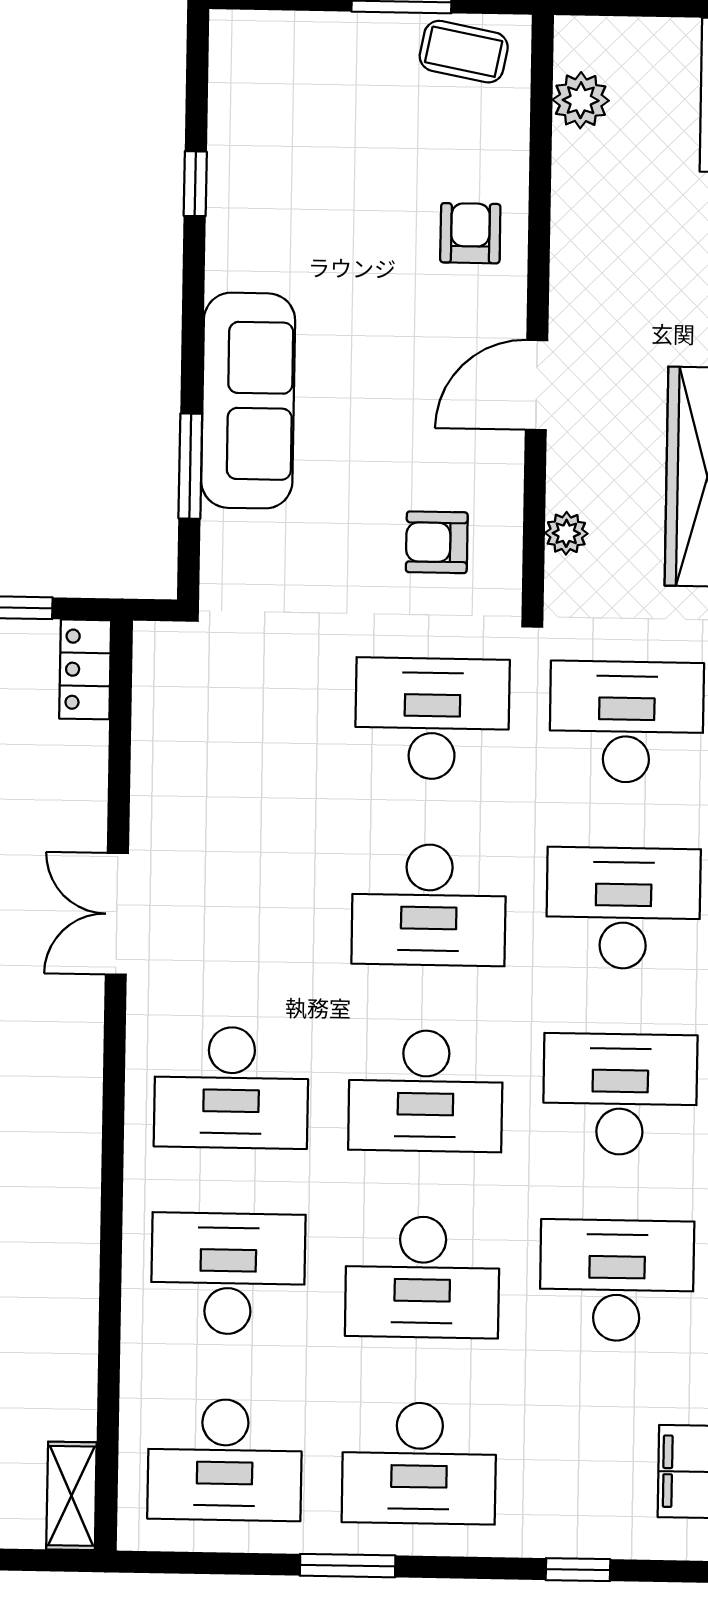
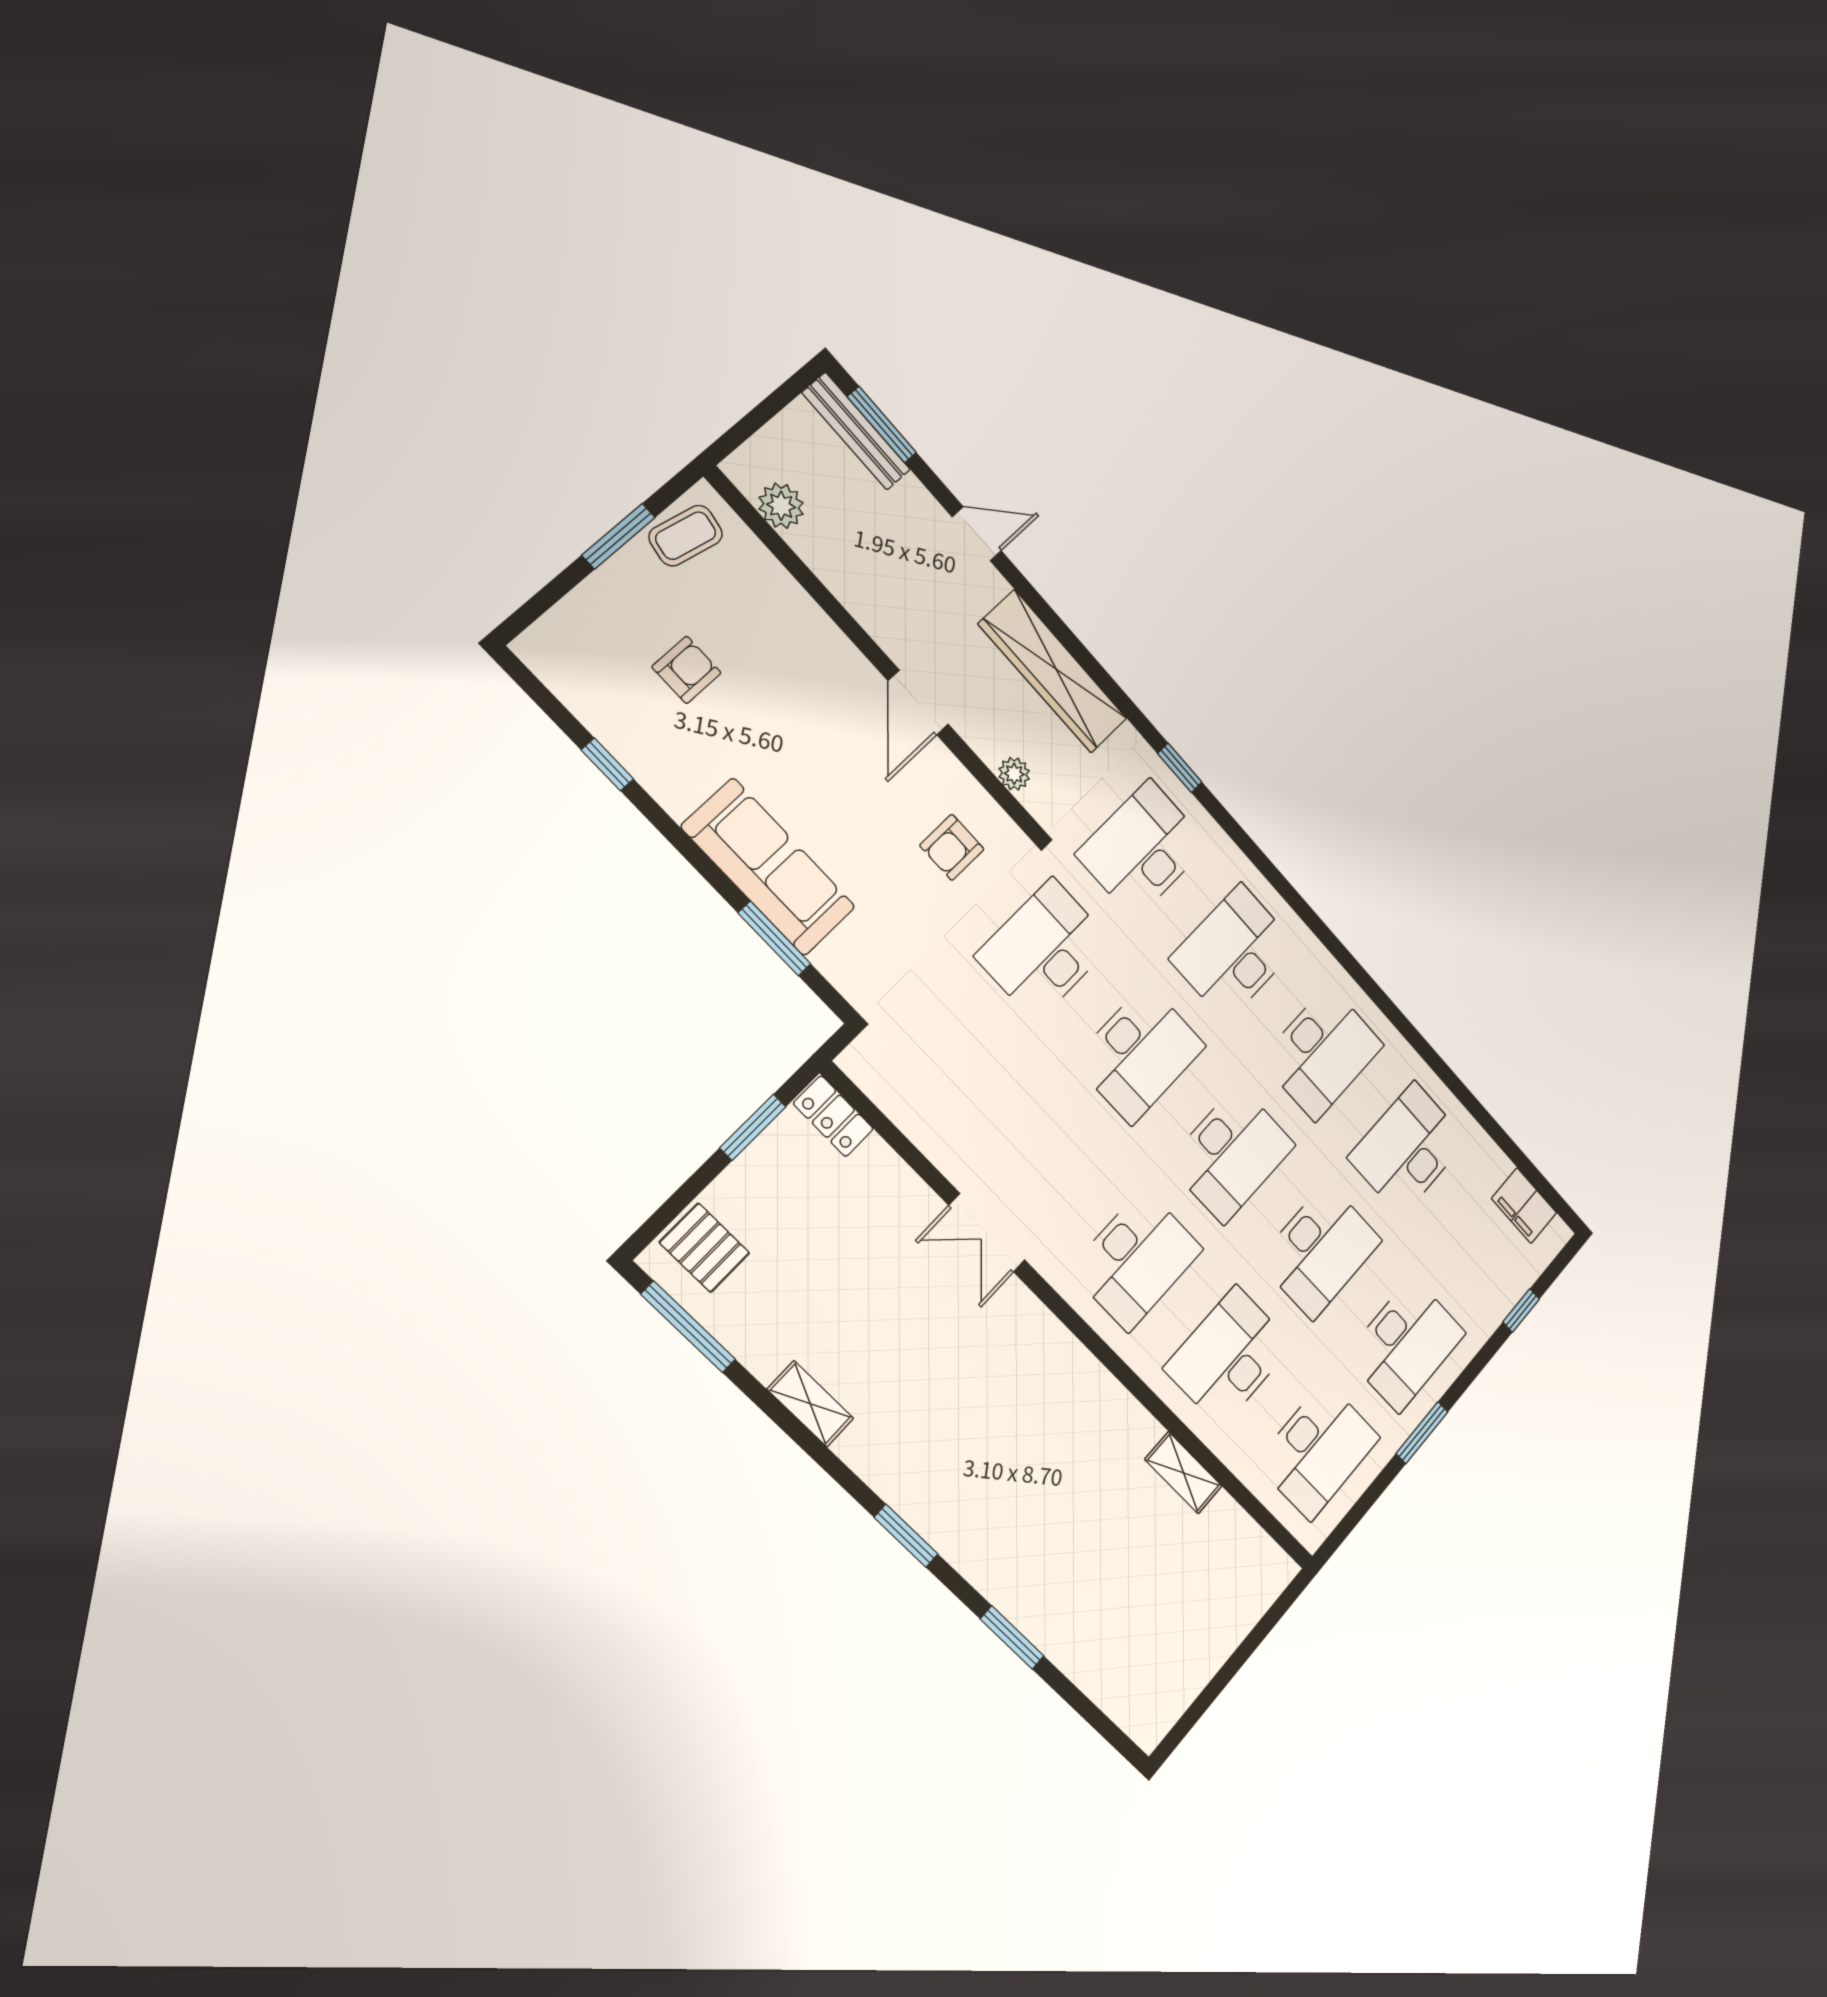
armchair: (470, 233) -> (687, 670), moved, turned 90
desk: (620, 1094) -> (1322, 1052), turned 180
shelving: (71, 1496) -> (1183, 1473), moved

